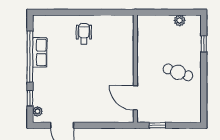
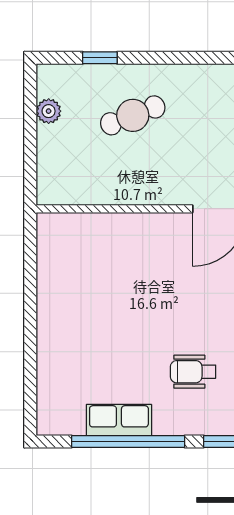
wheelchair: (84, 34) -> (193, 372), moved
cafe table: (178, 72) -> (133, 115), moved, turned 50

